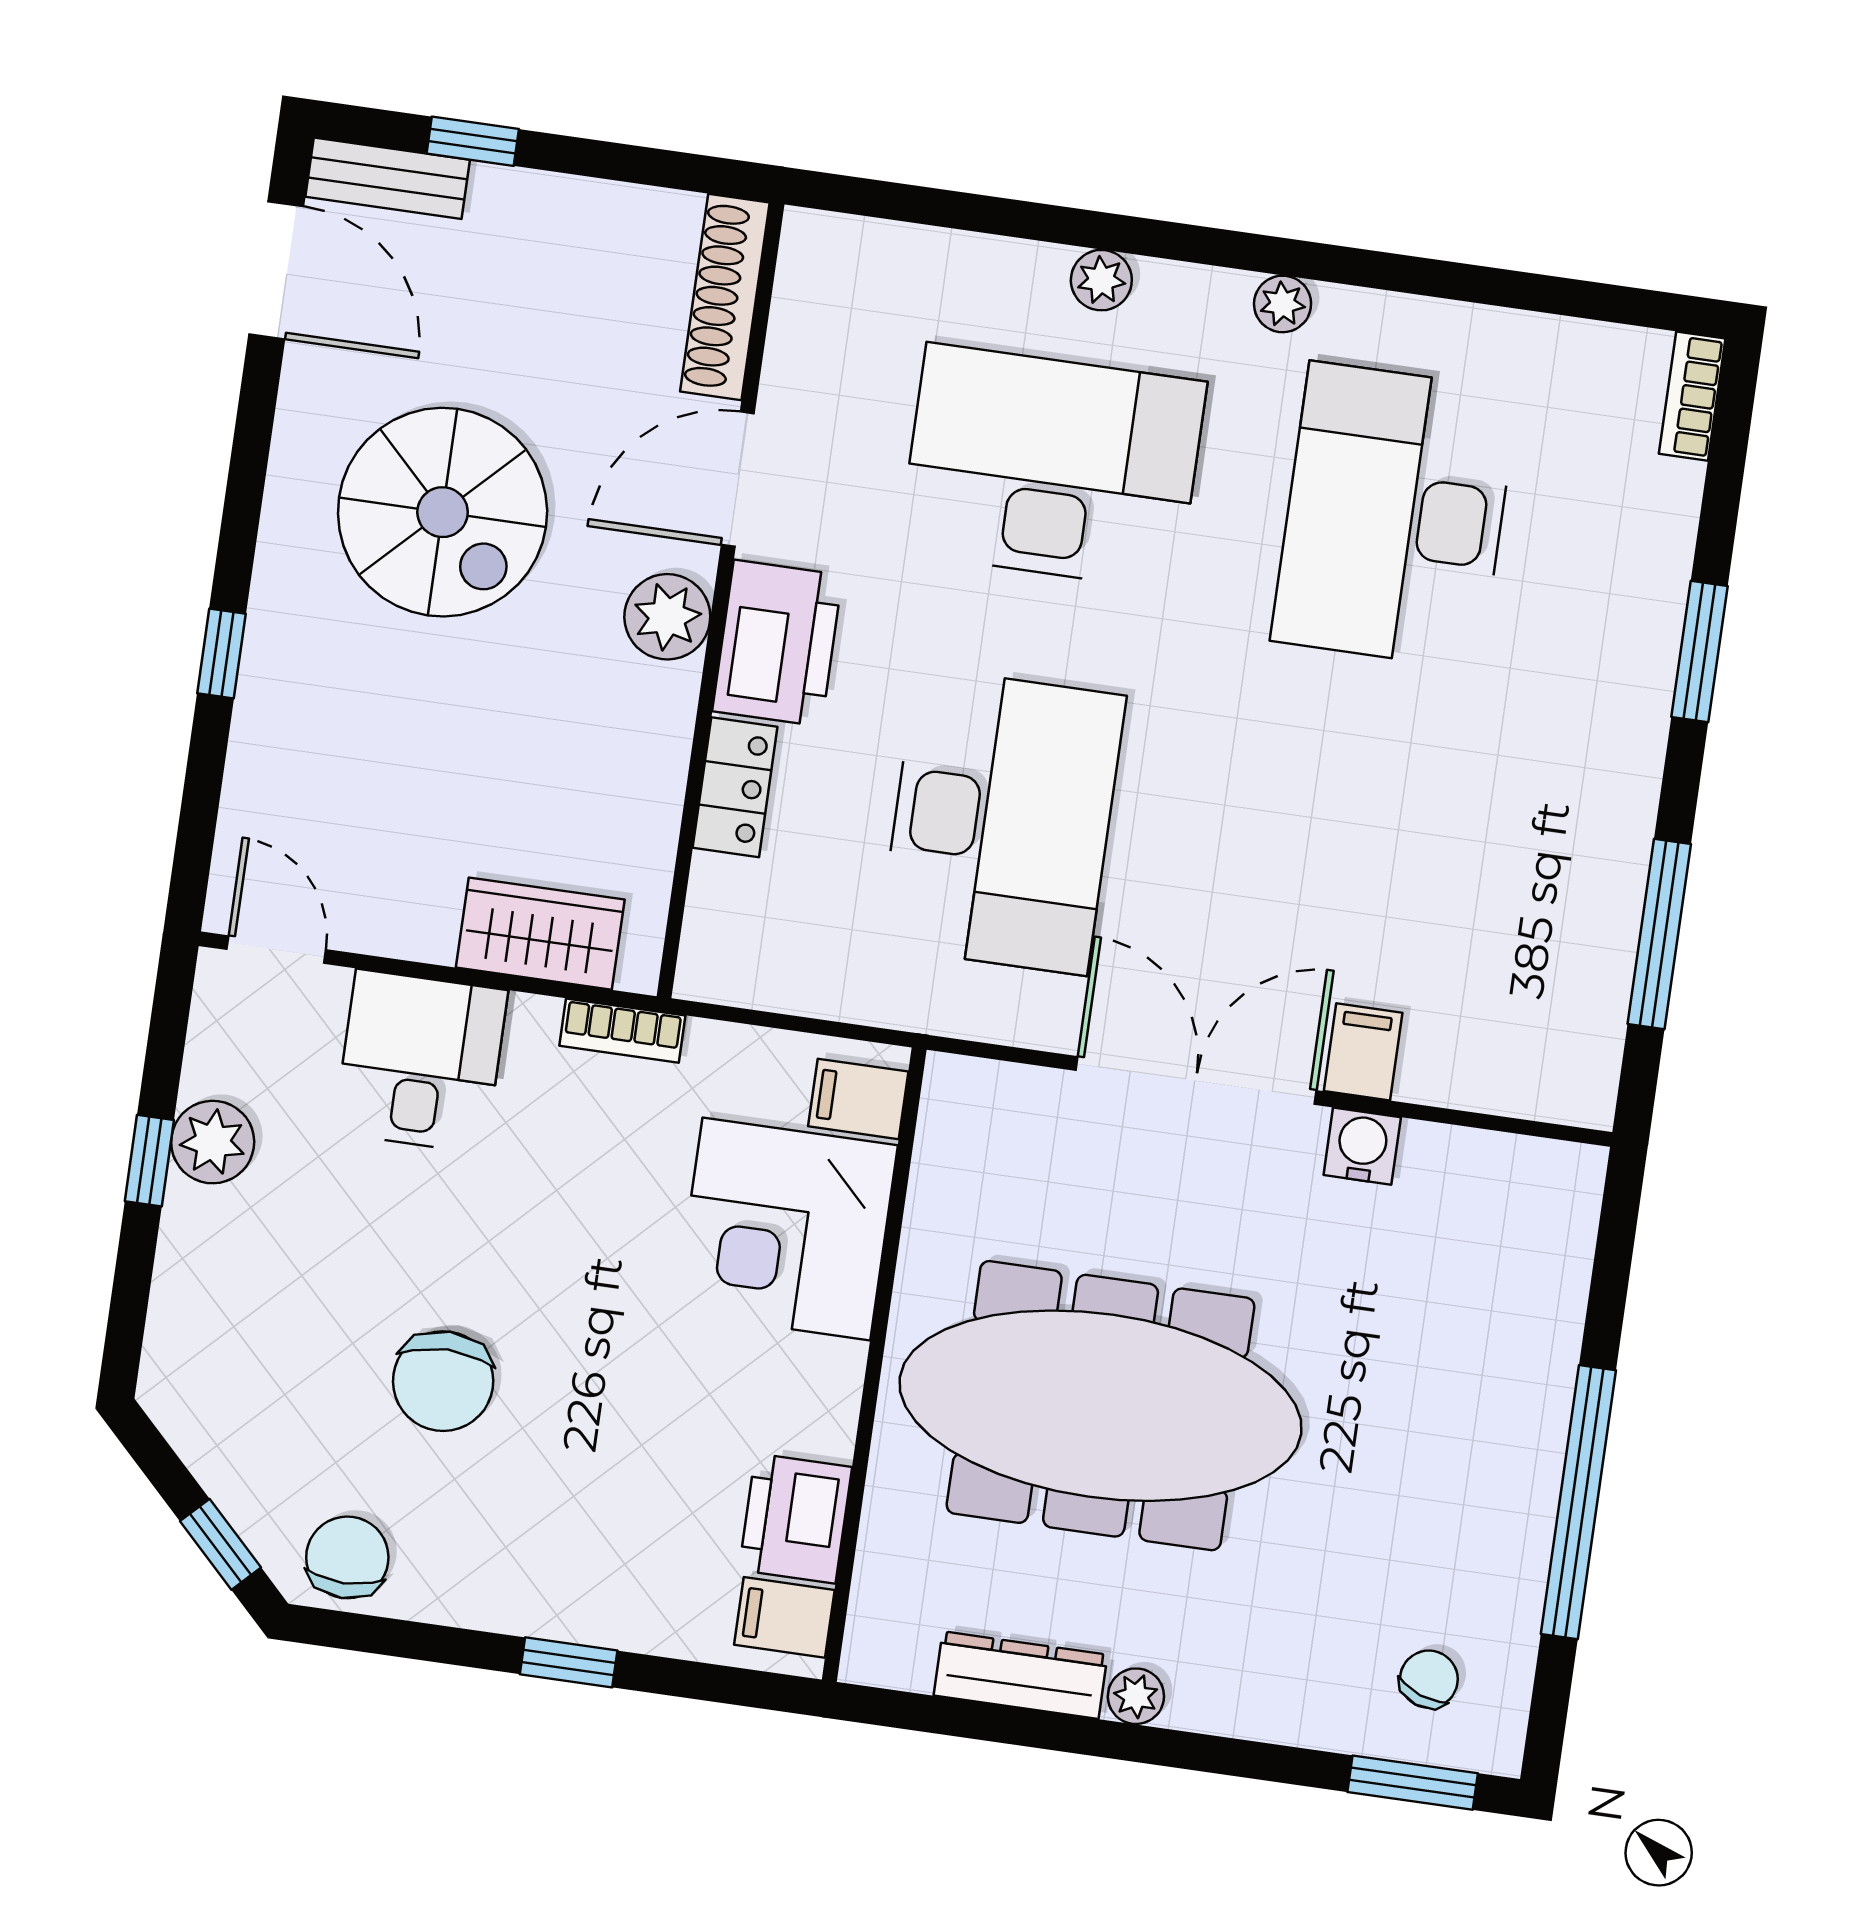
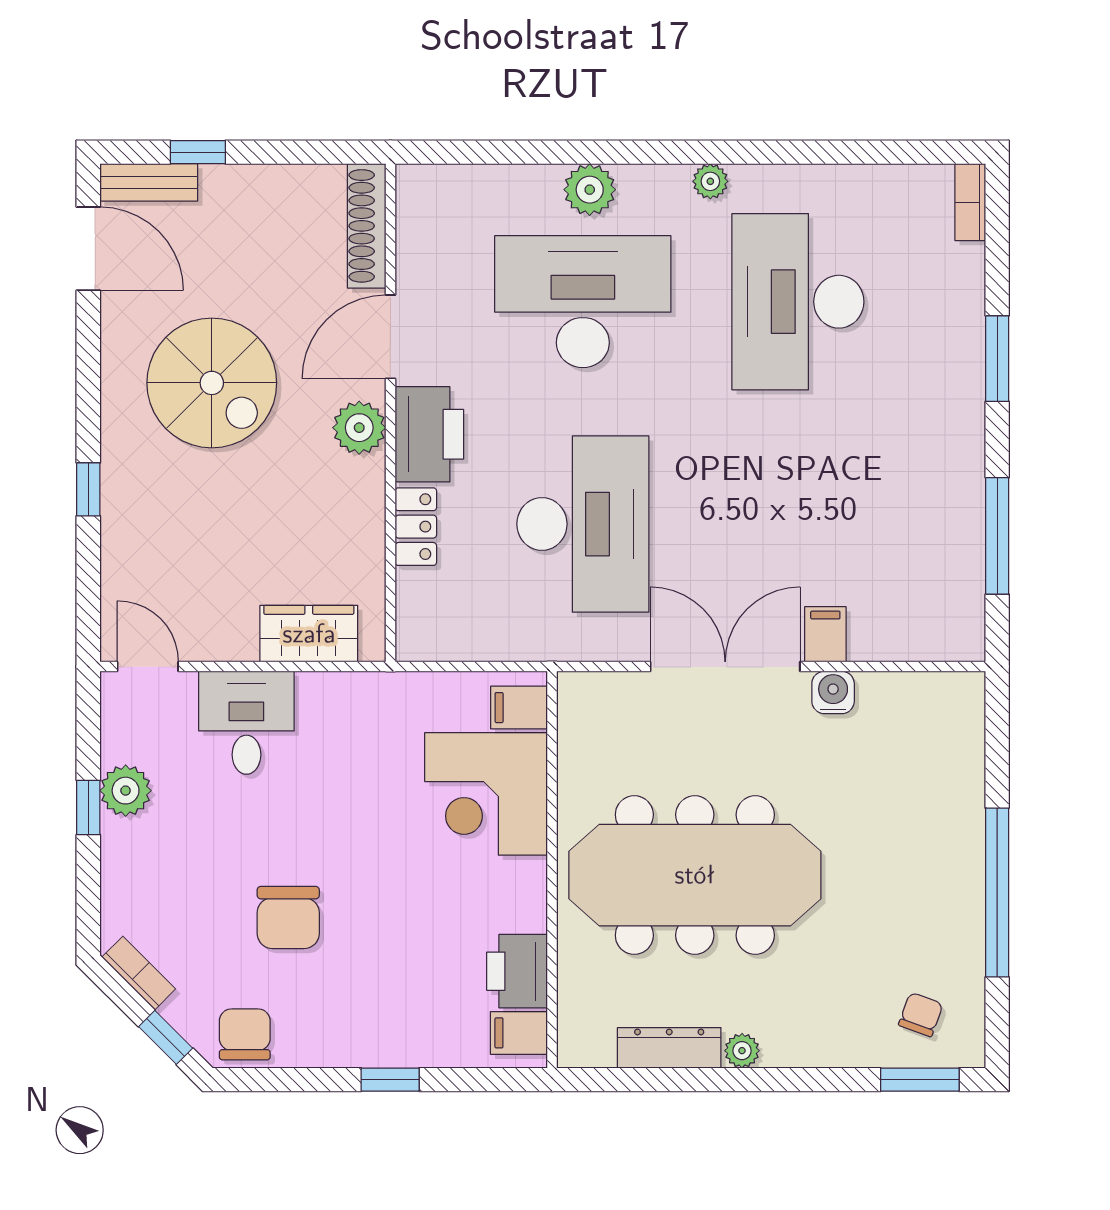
plant: (1101, 280) -> (590, 190), width x1.38, depth x1.38
bookcase: (622, 1031) -> (139, 973), moved, turned -135

